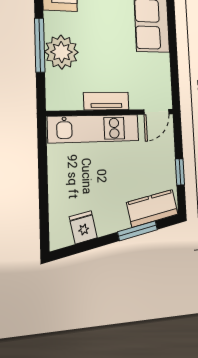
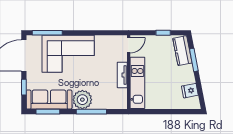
plant: (61, 52) -> (82, 100), moved
door: (156, 112) -> (129, 45), hinge flipped

